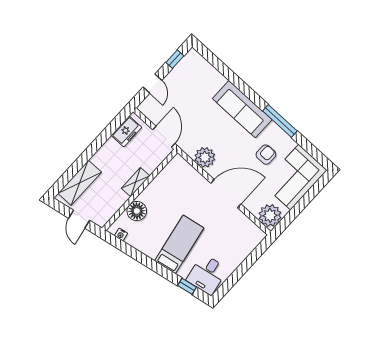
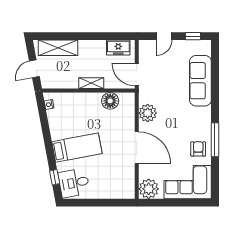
sofa: (242, 109) -> (200, 81), moved
door: (164, 137) -> (137, 75), swing flipped
armchair: (266, 155) -> (198, 149), moved, turned -90
floor lamp: (137, 211) -> (110, 101), moved

